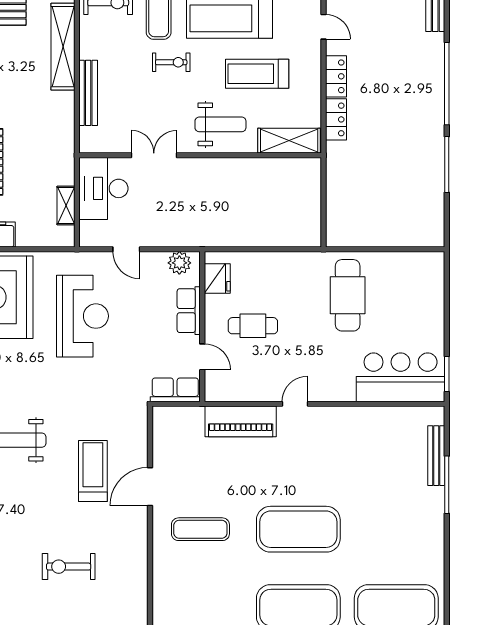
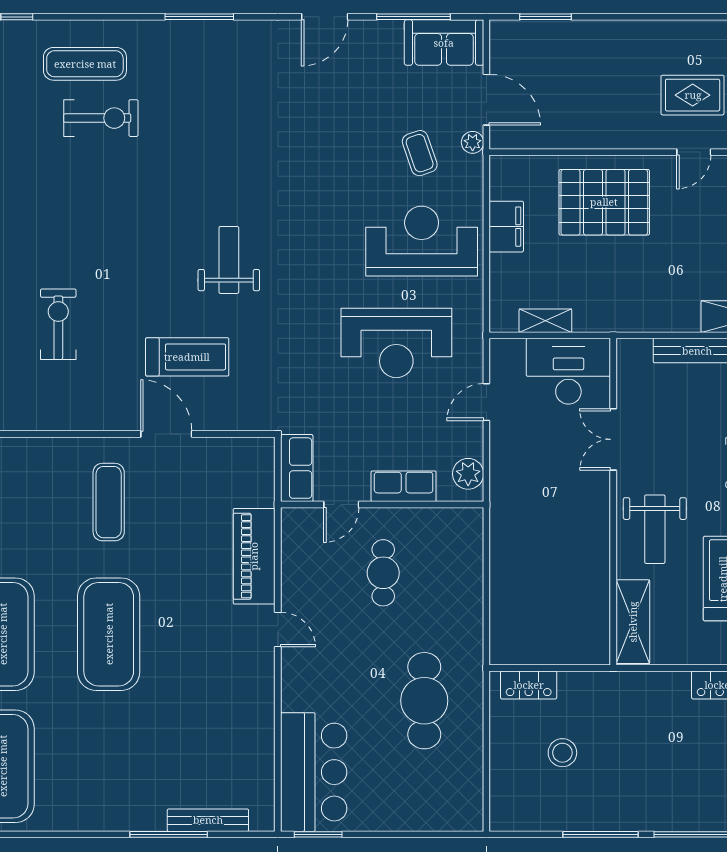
locker: (336, 119) -> (529, 685), moved
double door: (154, 155) -> (613, 439), swing flipped
stool: (386, 193) -> (562, 753), added
fridge: (217, 278) -> (447, 525), removed
cafe table: (348, 295) -> (424, 701), turned 90

